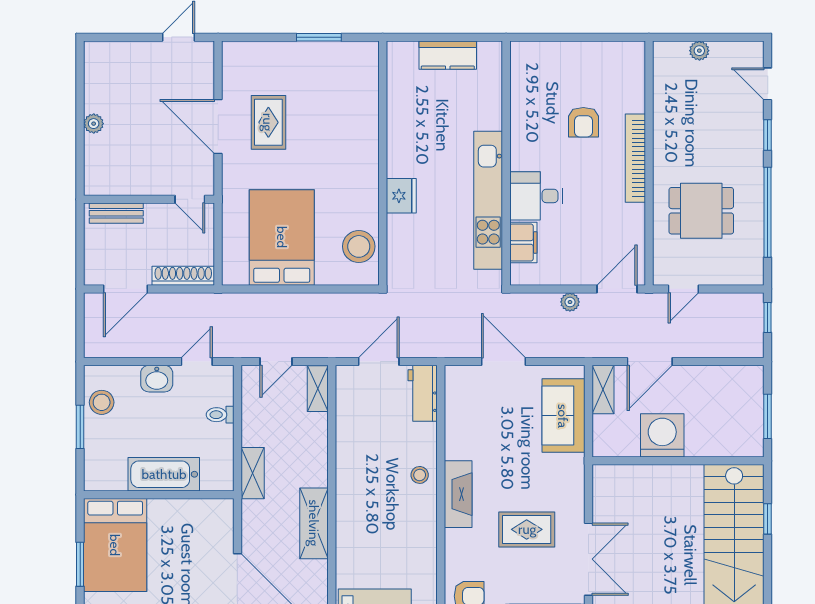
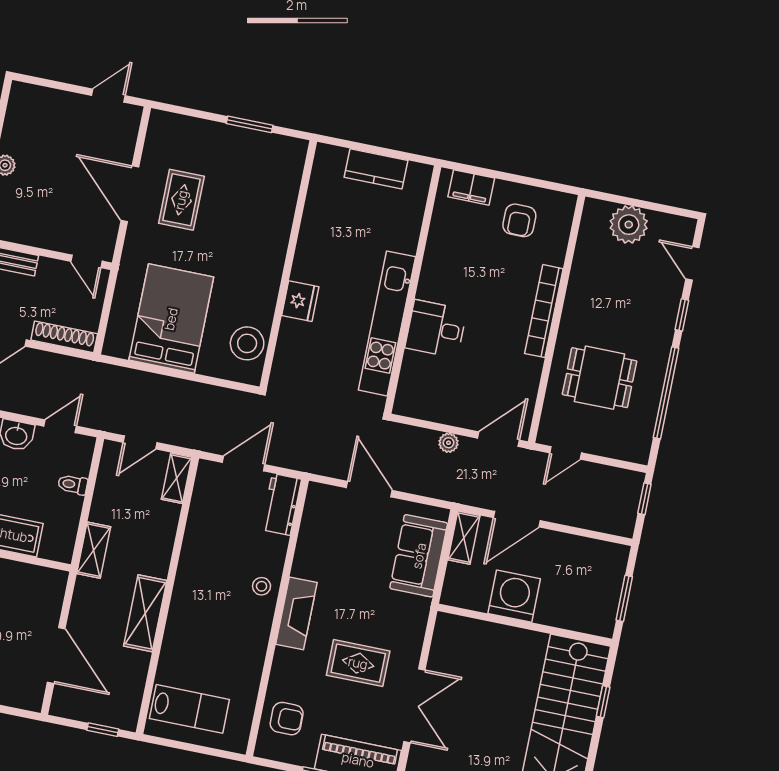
plant: (699, 51) -> (629, 225), width x1.88, depth x1.88
armchair: (583, 122) -> (519, 220), moved
filing cabinet: (523, 242) -> (471, 187), moved, turned 90

